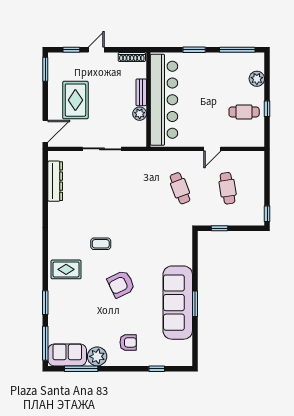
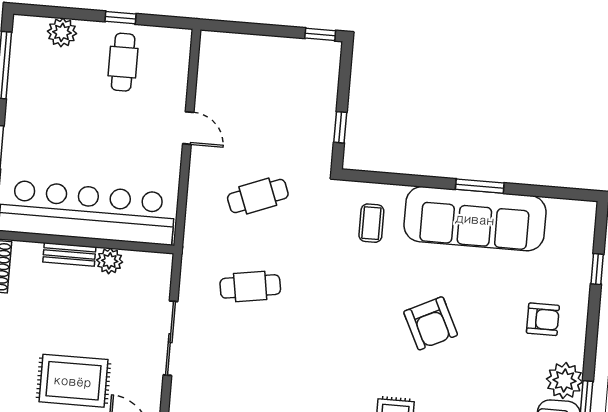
cafe table: (228, 188) -> (250, 286), moved
coffee table: (101, 244) -> (371, 223), moved
armchair: (128, 342) -> (543, 319), turned 90

